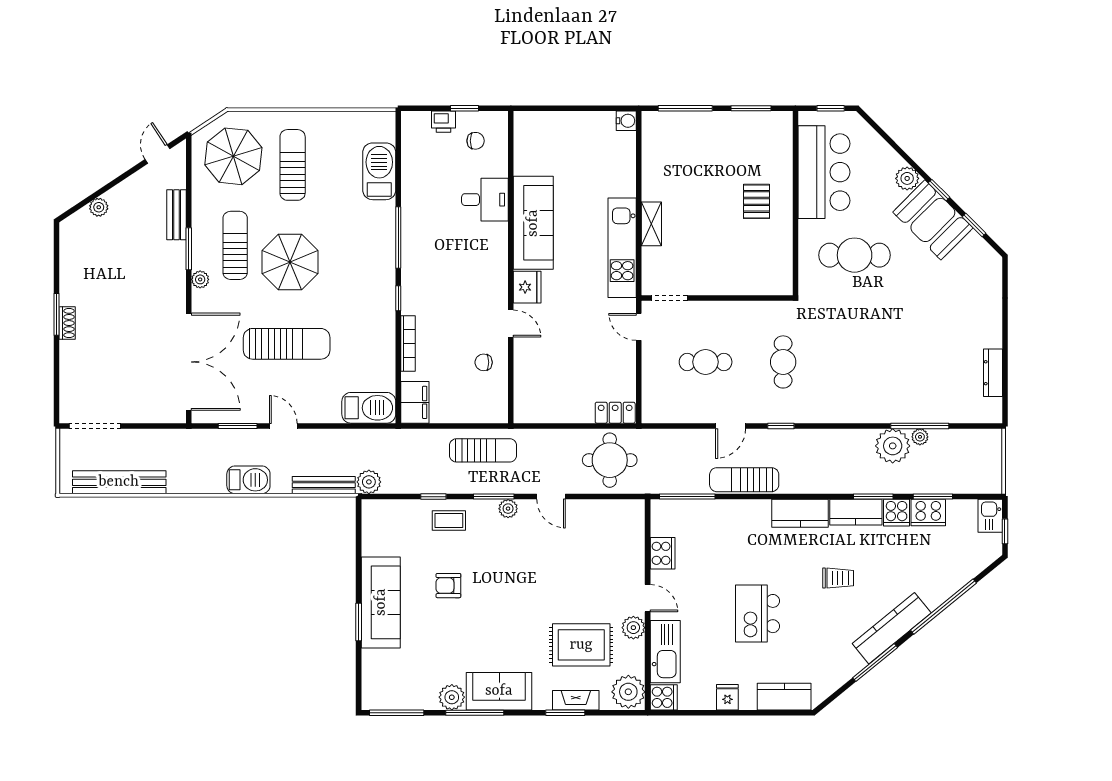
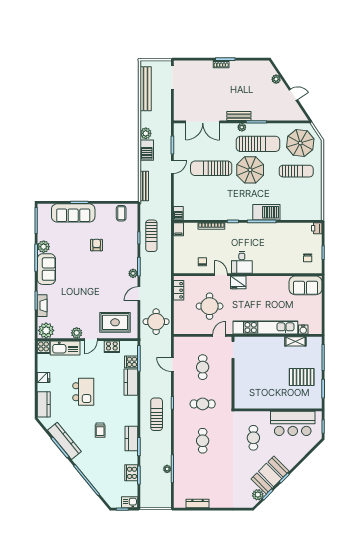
water cooler: (626, 121) -> (303, 330), moved
printer: (443, 122) -> (317, 228), moved
door: (158, 154) -> (293, 95), moved
barbecue: (379, 171) -> (266, 212), moved
plant: (907, 178) -> (258, 495), moved
desk: (485, 200) -> (242, 262), moved
pallet: (757, 201) -> (302, 377), moved, width x1.50, depth x1.42
bench: (177, 215) -> (239, 116), moved
sofa: (533, 223) -> (306, 285), moved, width x0.73
shelving: (651, 224) -> (295, 341), moved
sun lounger: (235, 245) -> (258, 144), width x1.36, depth x1.34
kitchen unit: (622, 248) -> (265, 328), width x1.36
cafe table: (855, 255) -> (253, 438), width x0.73, depth x0.74
door: (511, 324) -> (221, 275), swing flipped
sun lounger: (287, 344) -> (211, 168), turned 90
round table: (577, 347) -> (210, 306), added
double door: (189, 362) -> (203, 122), width x0.73
cafe table: (861, 362) -> (203, 441), added
filing cabinet: (415, 402) -> (178, 229), width x0.50
barbecue: (369, 408) -> (178, 213), width x0.53, depth x0.65
locker: (615, 413) -> (179, 290), moved
door: (731, 426) -> (172, 364), moved
plant: (893, 446) -> (163, 456), removed
sun lounger: (483, 450) -> (151, 236), moved
sun lounger: (744, 480) -> (157, 414), moved
plant: (369, 482) -> (146, 133), moved
kitchen counter: (800, 513) -> (131, 382), moved
cooker: (897, 513) -> (131, 362), moved
coffee table: (449, 521) -> (121, 213), moved
sofa: (381, 602) -> (73, 213), moved
kitchen island: (757, 614) -> (83, 392), turned 90
kitchen counter: (892, 628) -> (64, 441), moved
rug: (581, 645) -> (115, 322), moved, turned 90

